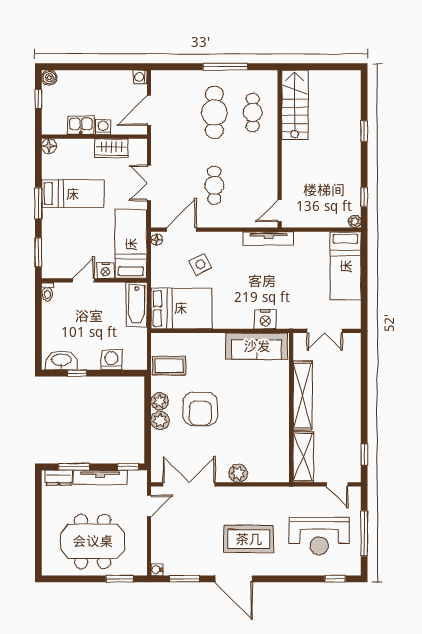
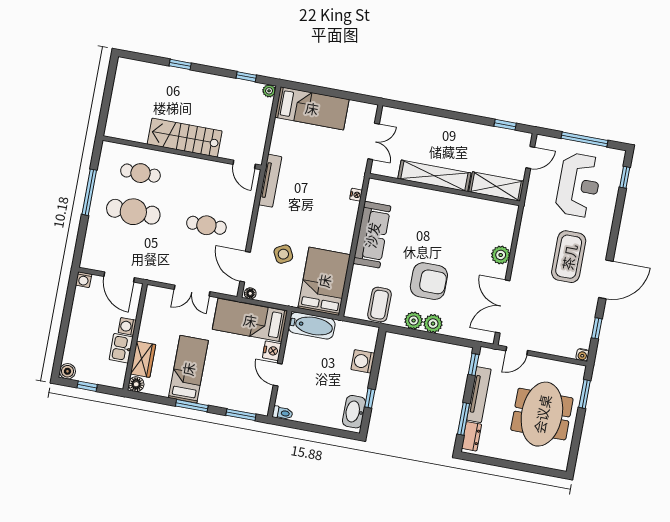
stairs: (295, 105) -> (185, 138), moved
wardrobe: (111, 148) -> (143, 359), moved
nightstand: (265, 319) -> (356, 195), width x0.53, depth x0.56
sofa: (257, 346) -> (372, 235), moved
door: (149, 506) -> (517, 351), swing flipped
window: (185, 579) -> (597, 328), width x0.67

